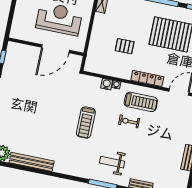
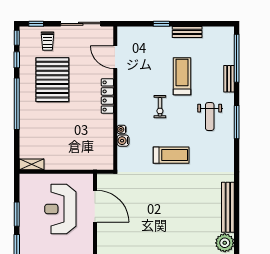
pallet: (125, 46) -> (76, 129), removed
treadmill: (141, 102) -> (182, 76), moved

